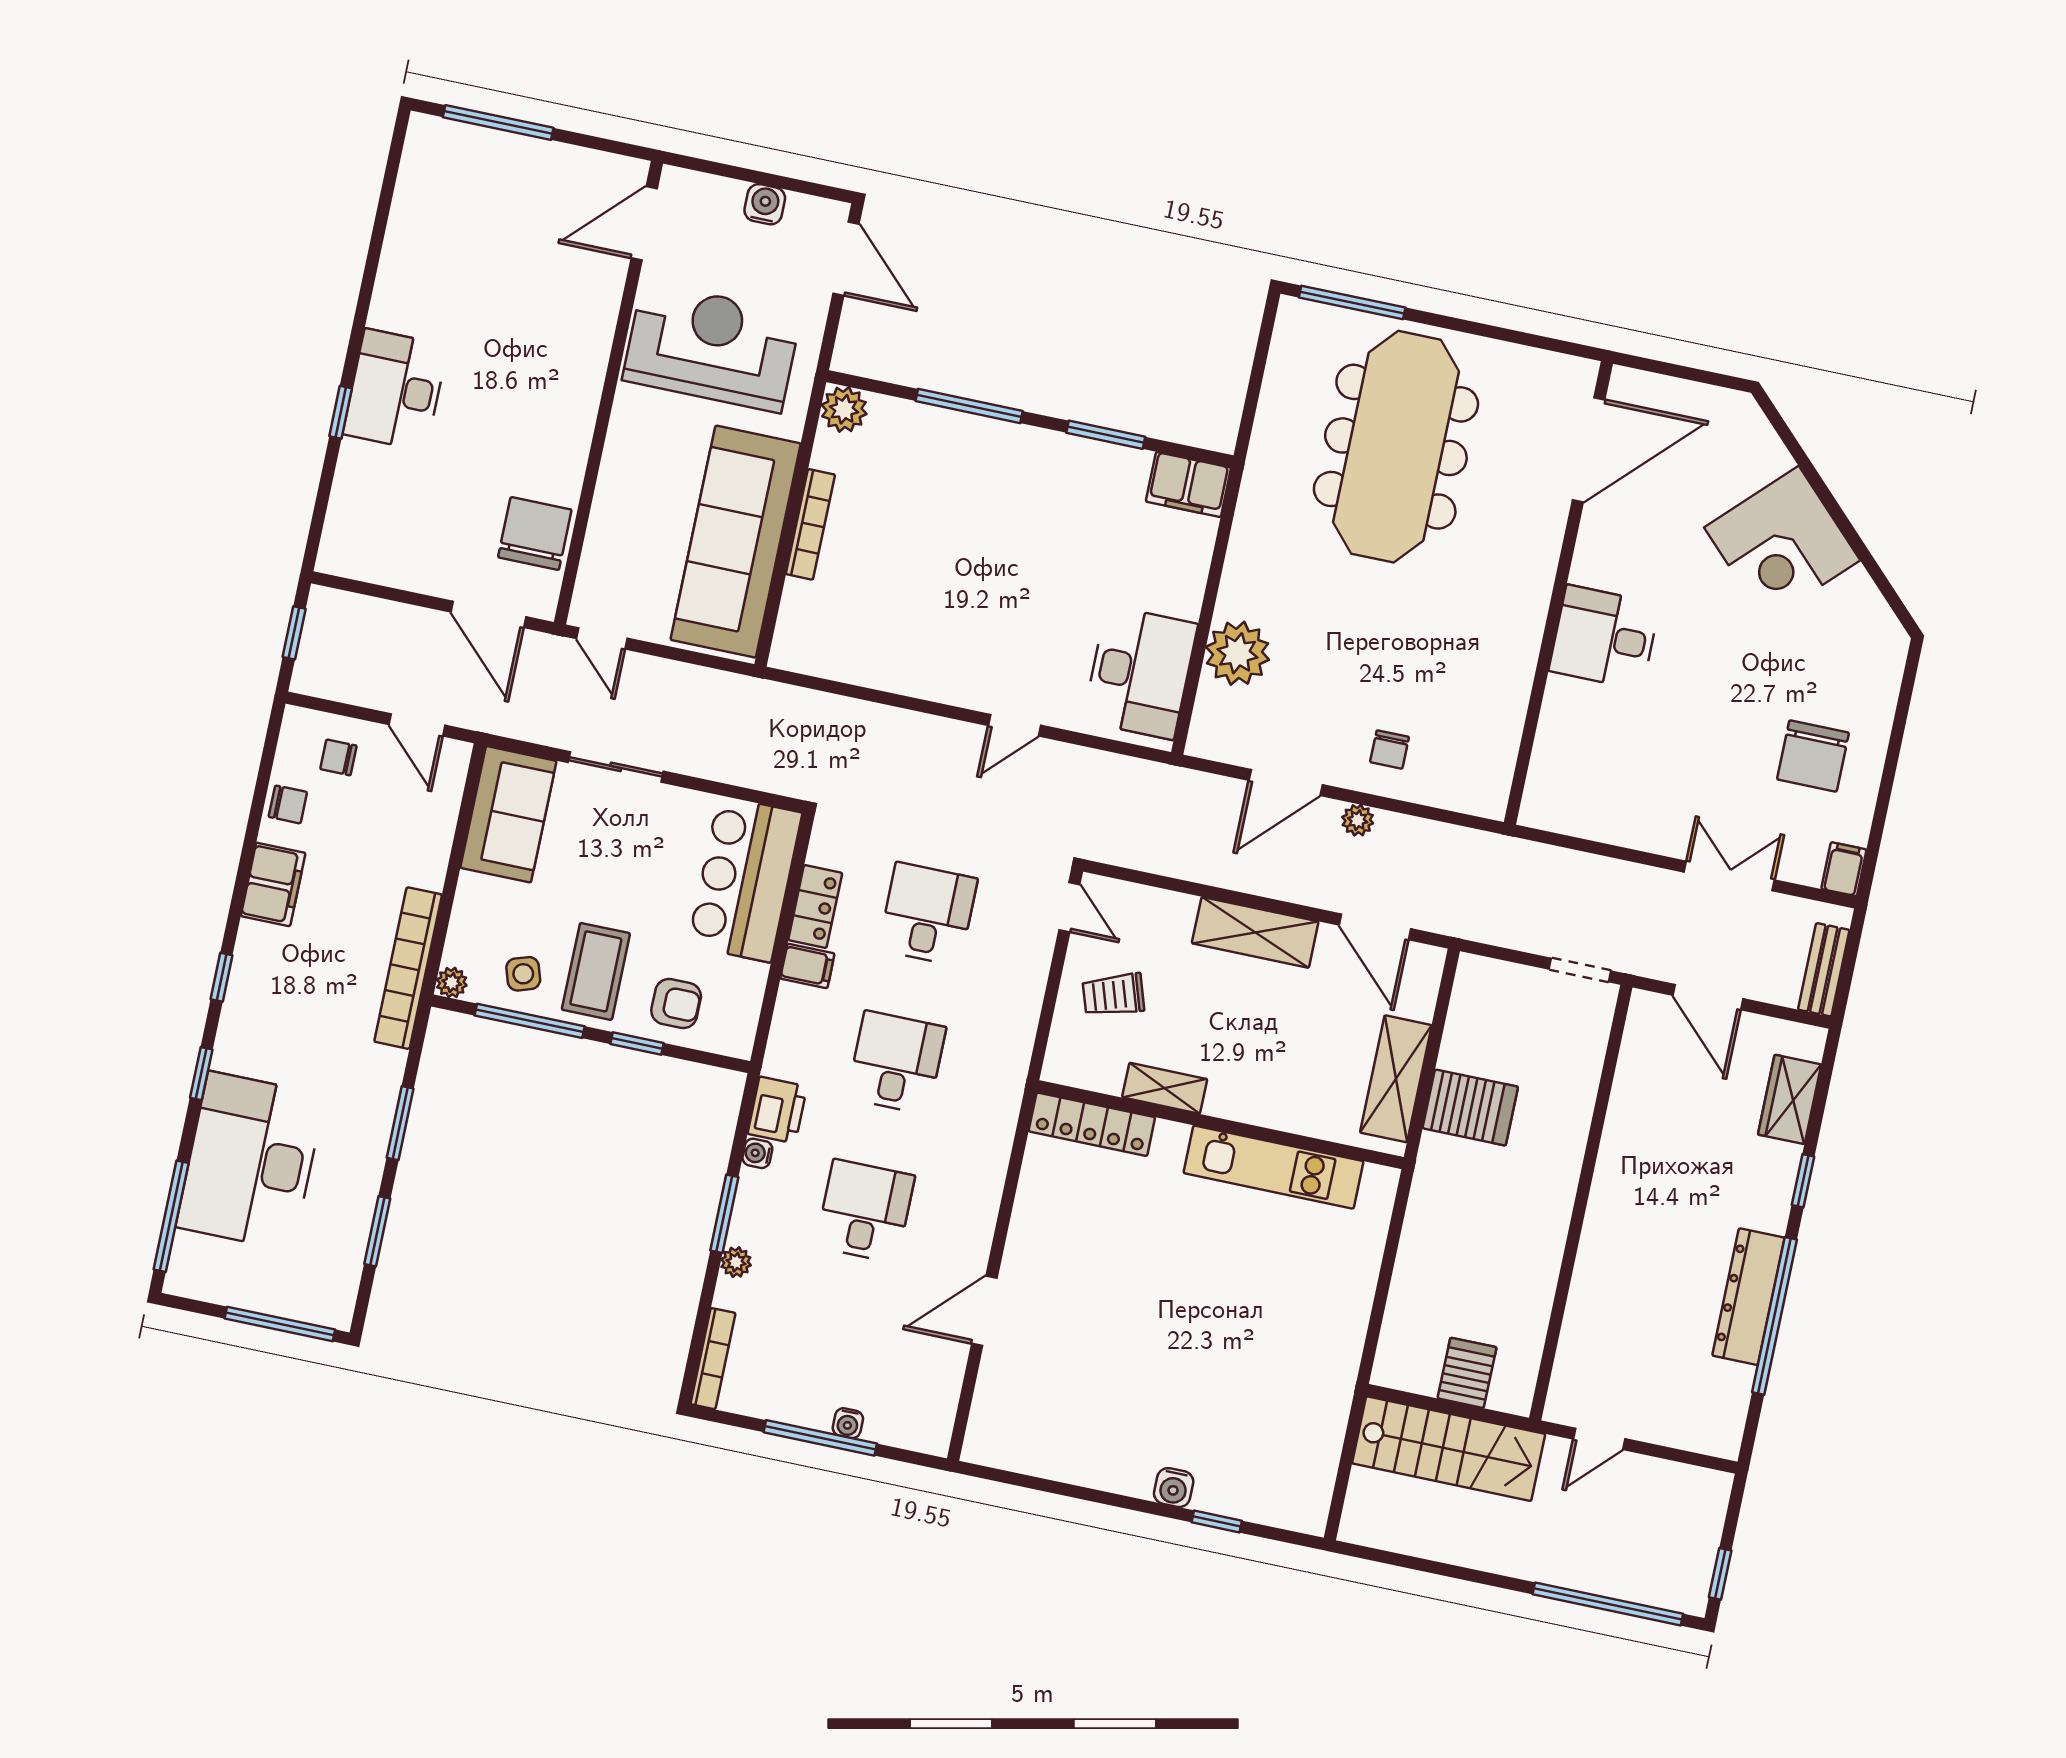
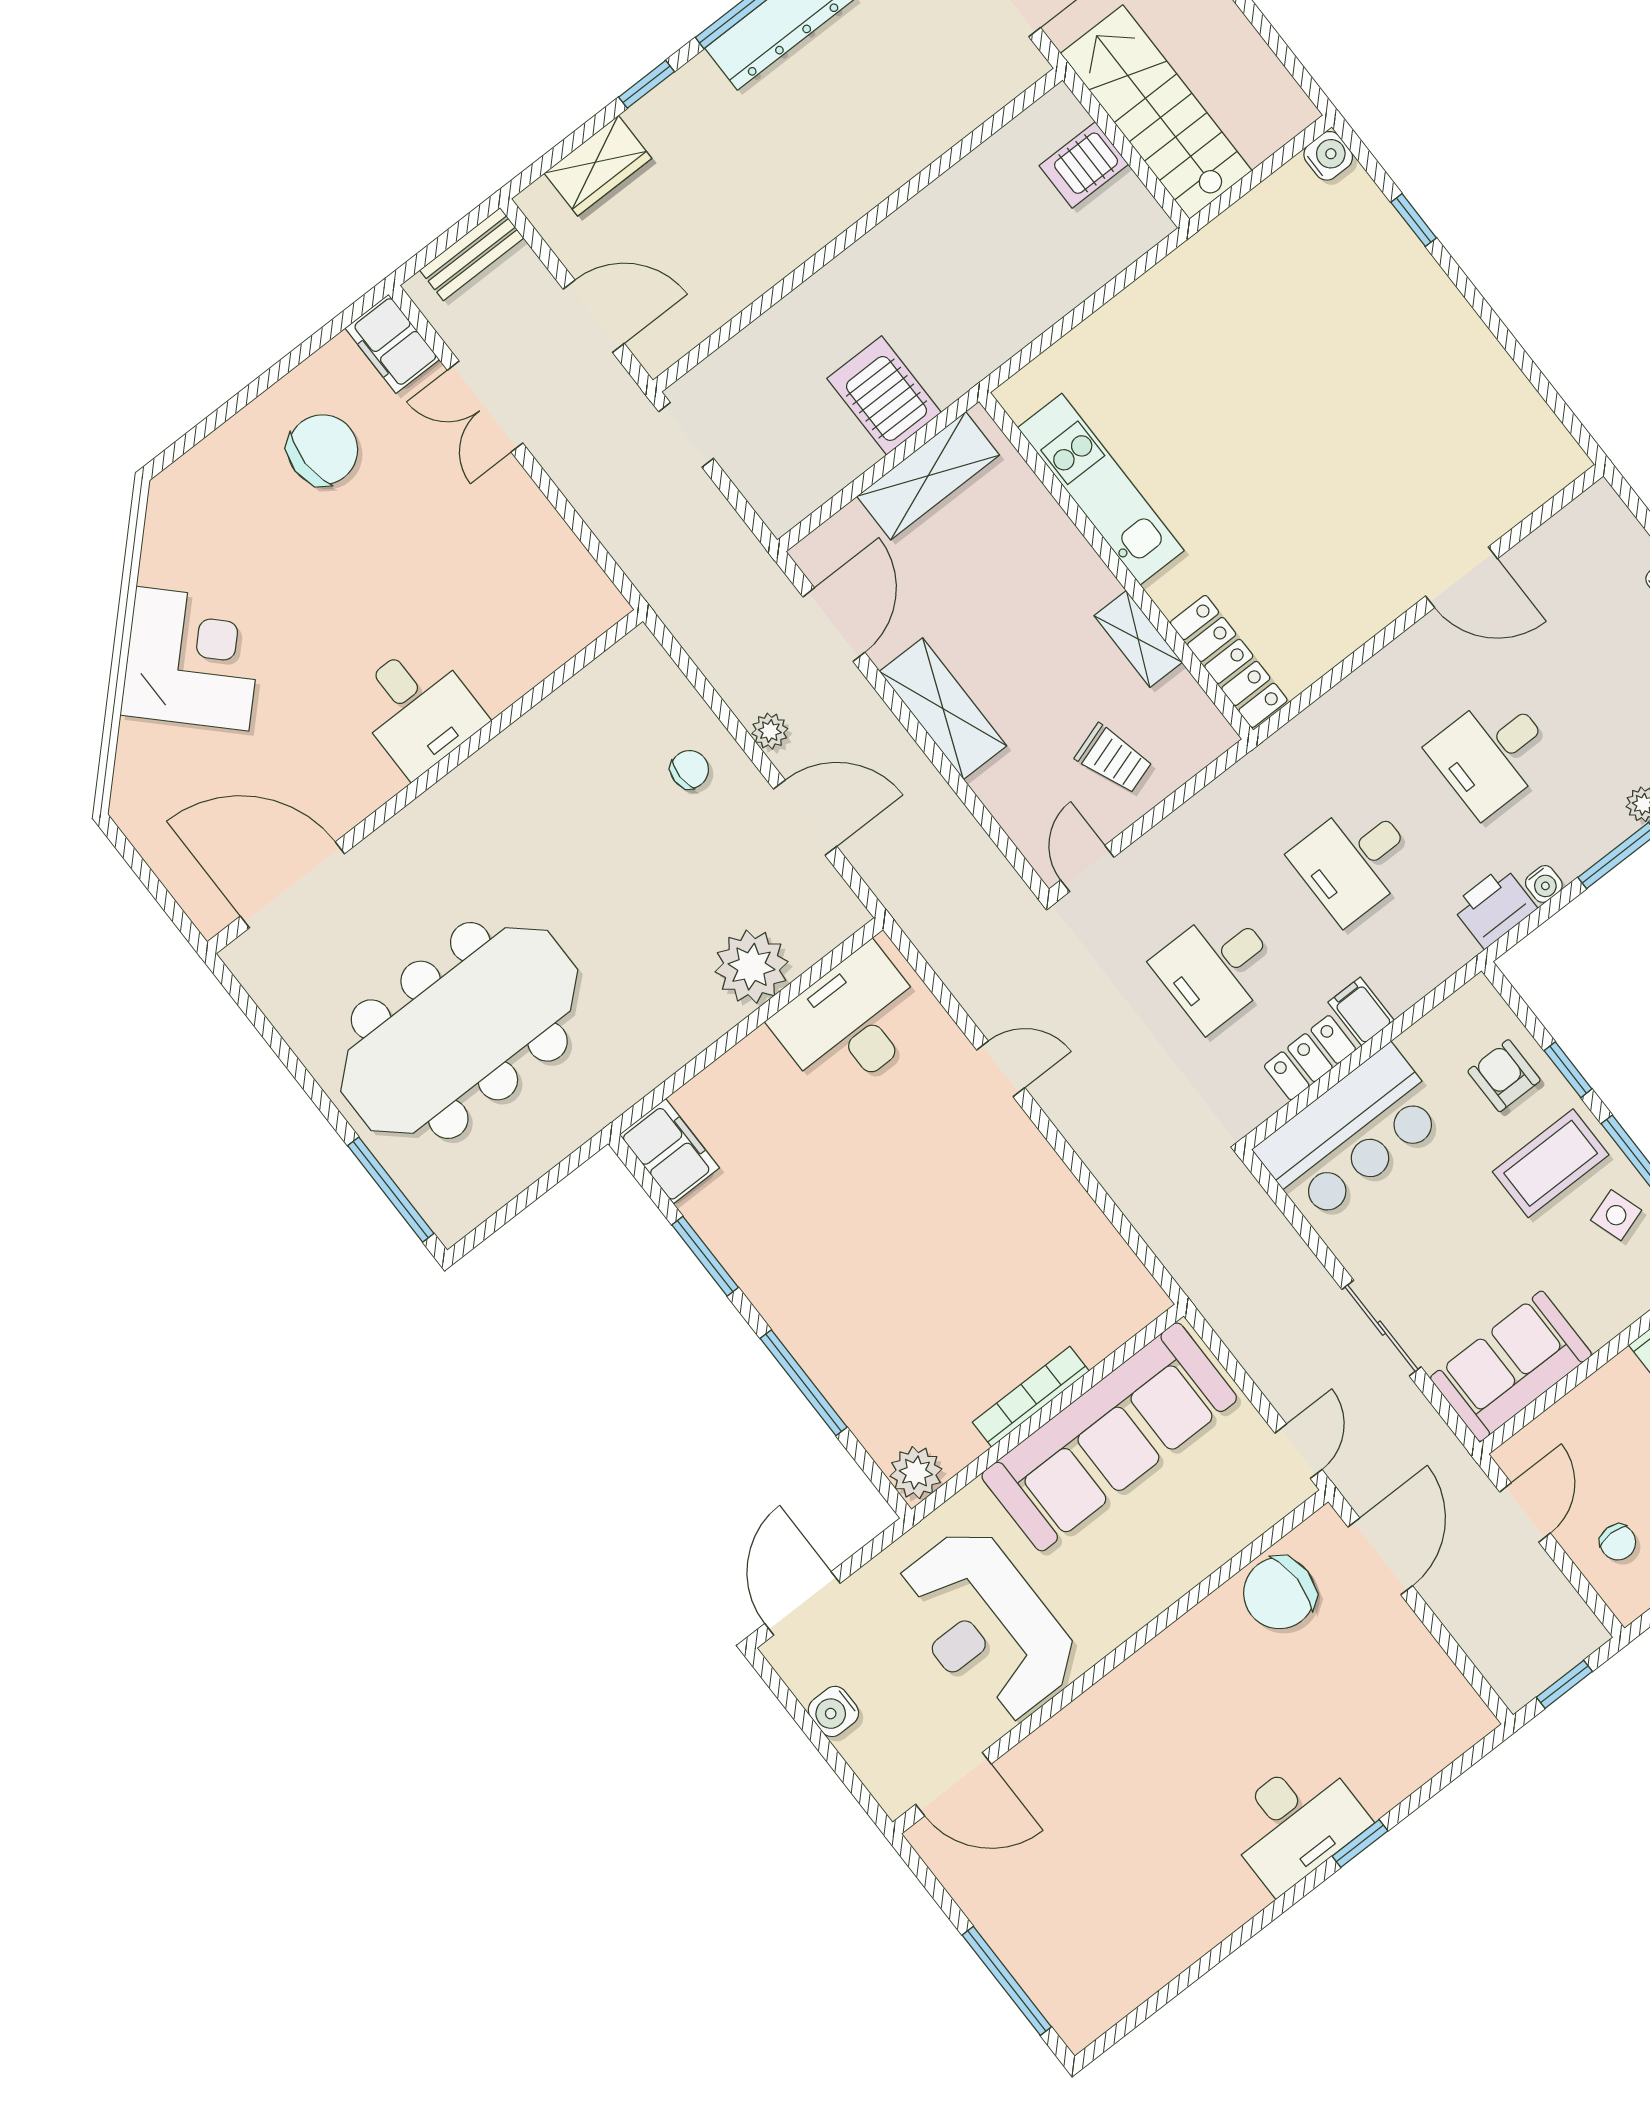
filing cabinet: (1844, 869) -> (392, 344), width x2.00
door: (1708, 997) -> (594, 316), hinge flipped
water cooler: (1174, 1488) -> (1328, 156), moved

